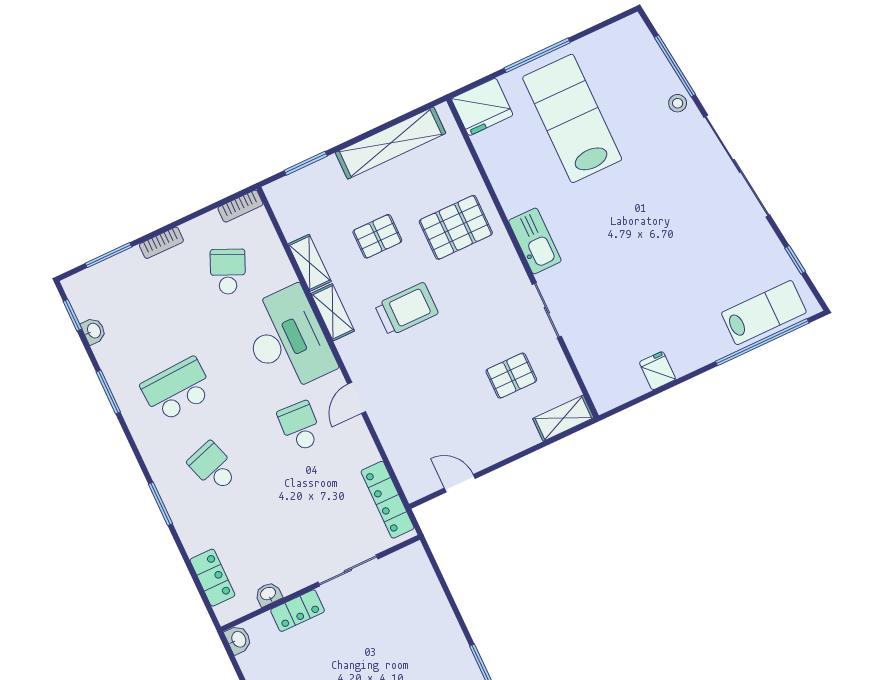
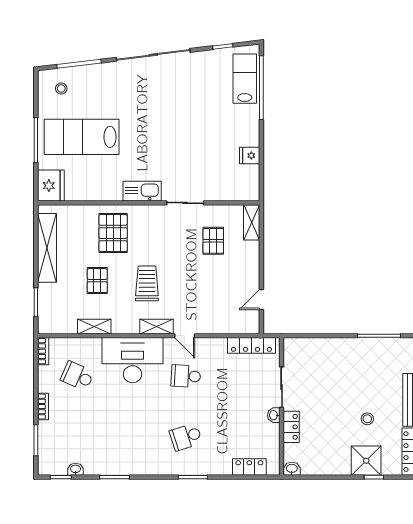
stool: (678, 103) -> (61, 89), moved
shelving: (333, 312) -> (157, 327), moved
school desk: (177, 389) -> (132, 437), removed
washbasin: (268, 594) -> (274, 415), moved

